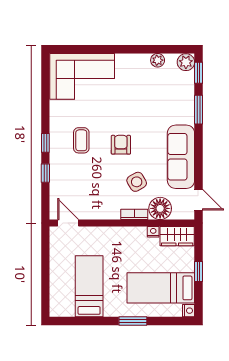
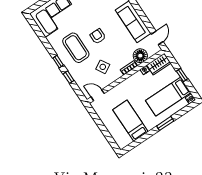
coffee table: (81, 140) -> (76, 48), width x1.86, depth x1.72
side table: (137, 182) -> (103, 67), moved
door: (199, 200) -> (157, 38), hinge flipped

